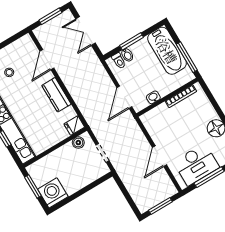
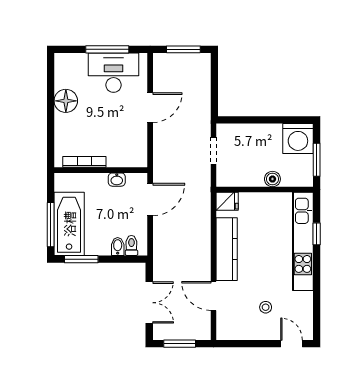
window: (131, 41) -> (81, 259), moved
window: (187, 57) -> (51, 225), moved
door: (47, 60) -> (214, 296), swing flipped
kitchen counter: (56, 95) -> (227, 249), width x1.50
boiler: (78, 143) -> (272, 179), moved

